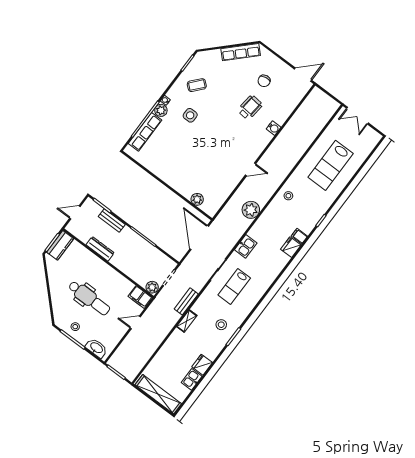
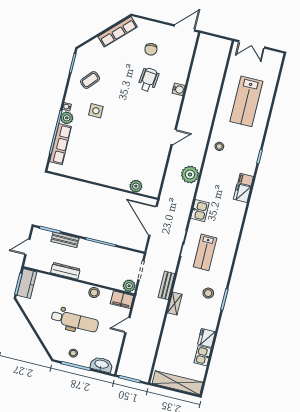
stool: (118, 280) -> (94, 293), added

